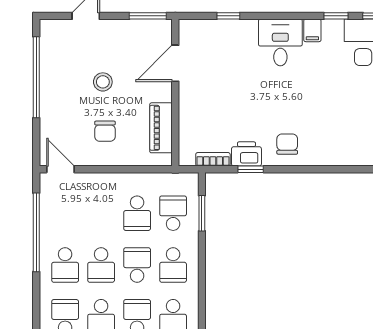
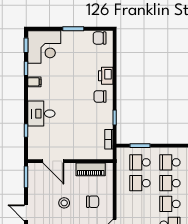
desk: (280, 42) -> (41, 114), moved
printer: (246, 154) -> (106, 76), moved
school desk: (137, 213) -> (140, 183), turned 180
school desk: (101, 265) -> (170, 204), turned 180
school desk: (173, 265) -> (170, 162), turned 180

